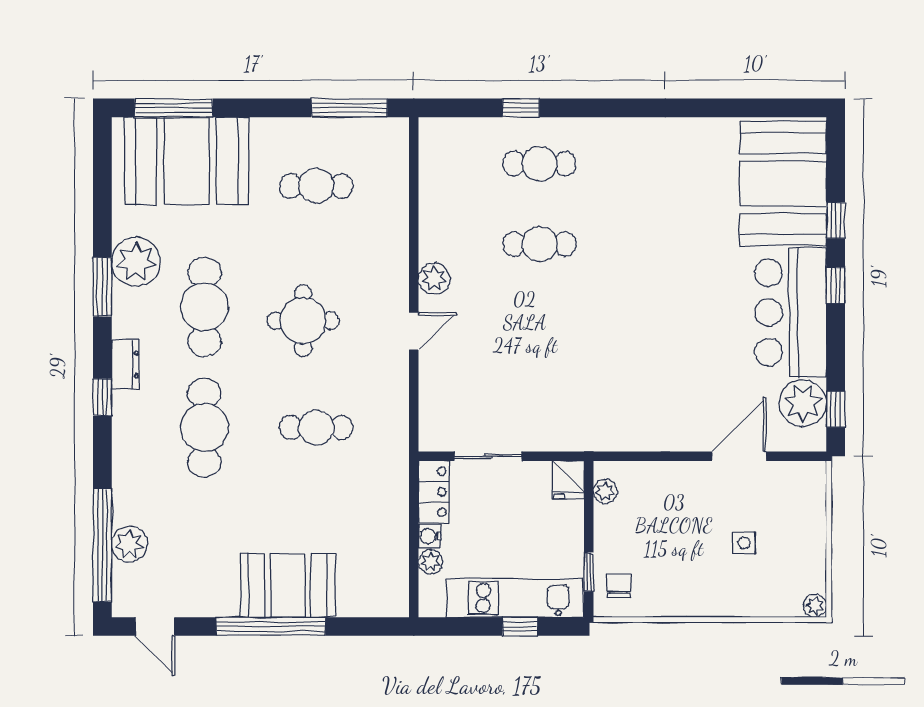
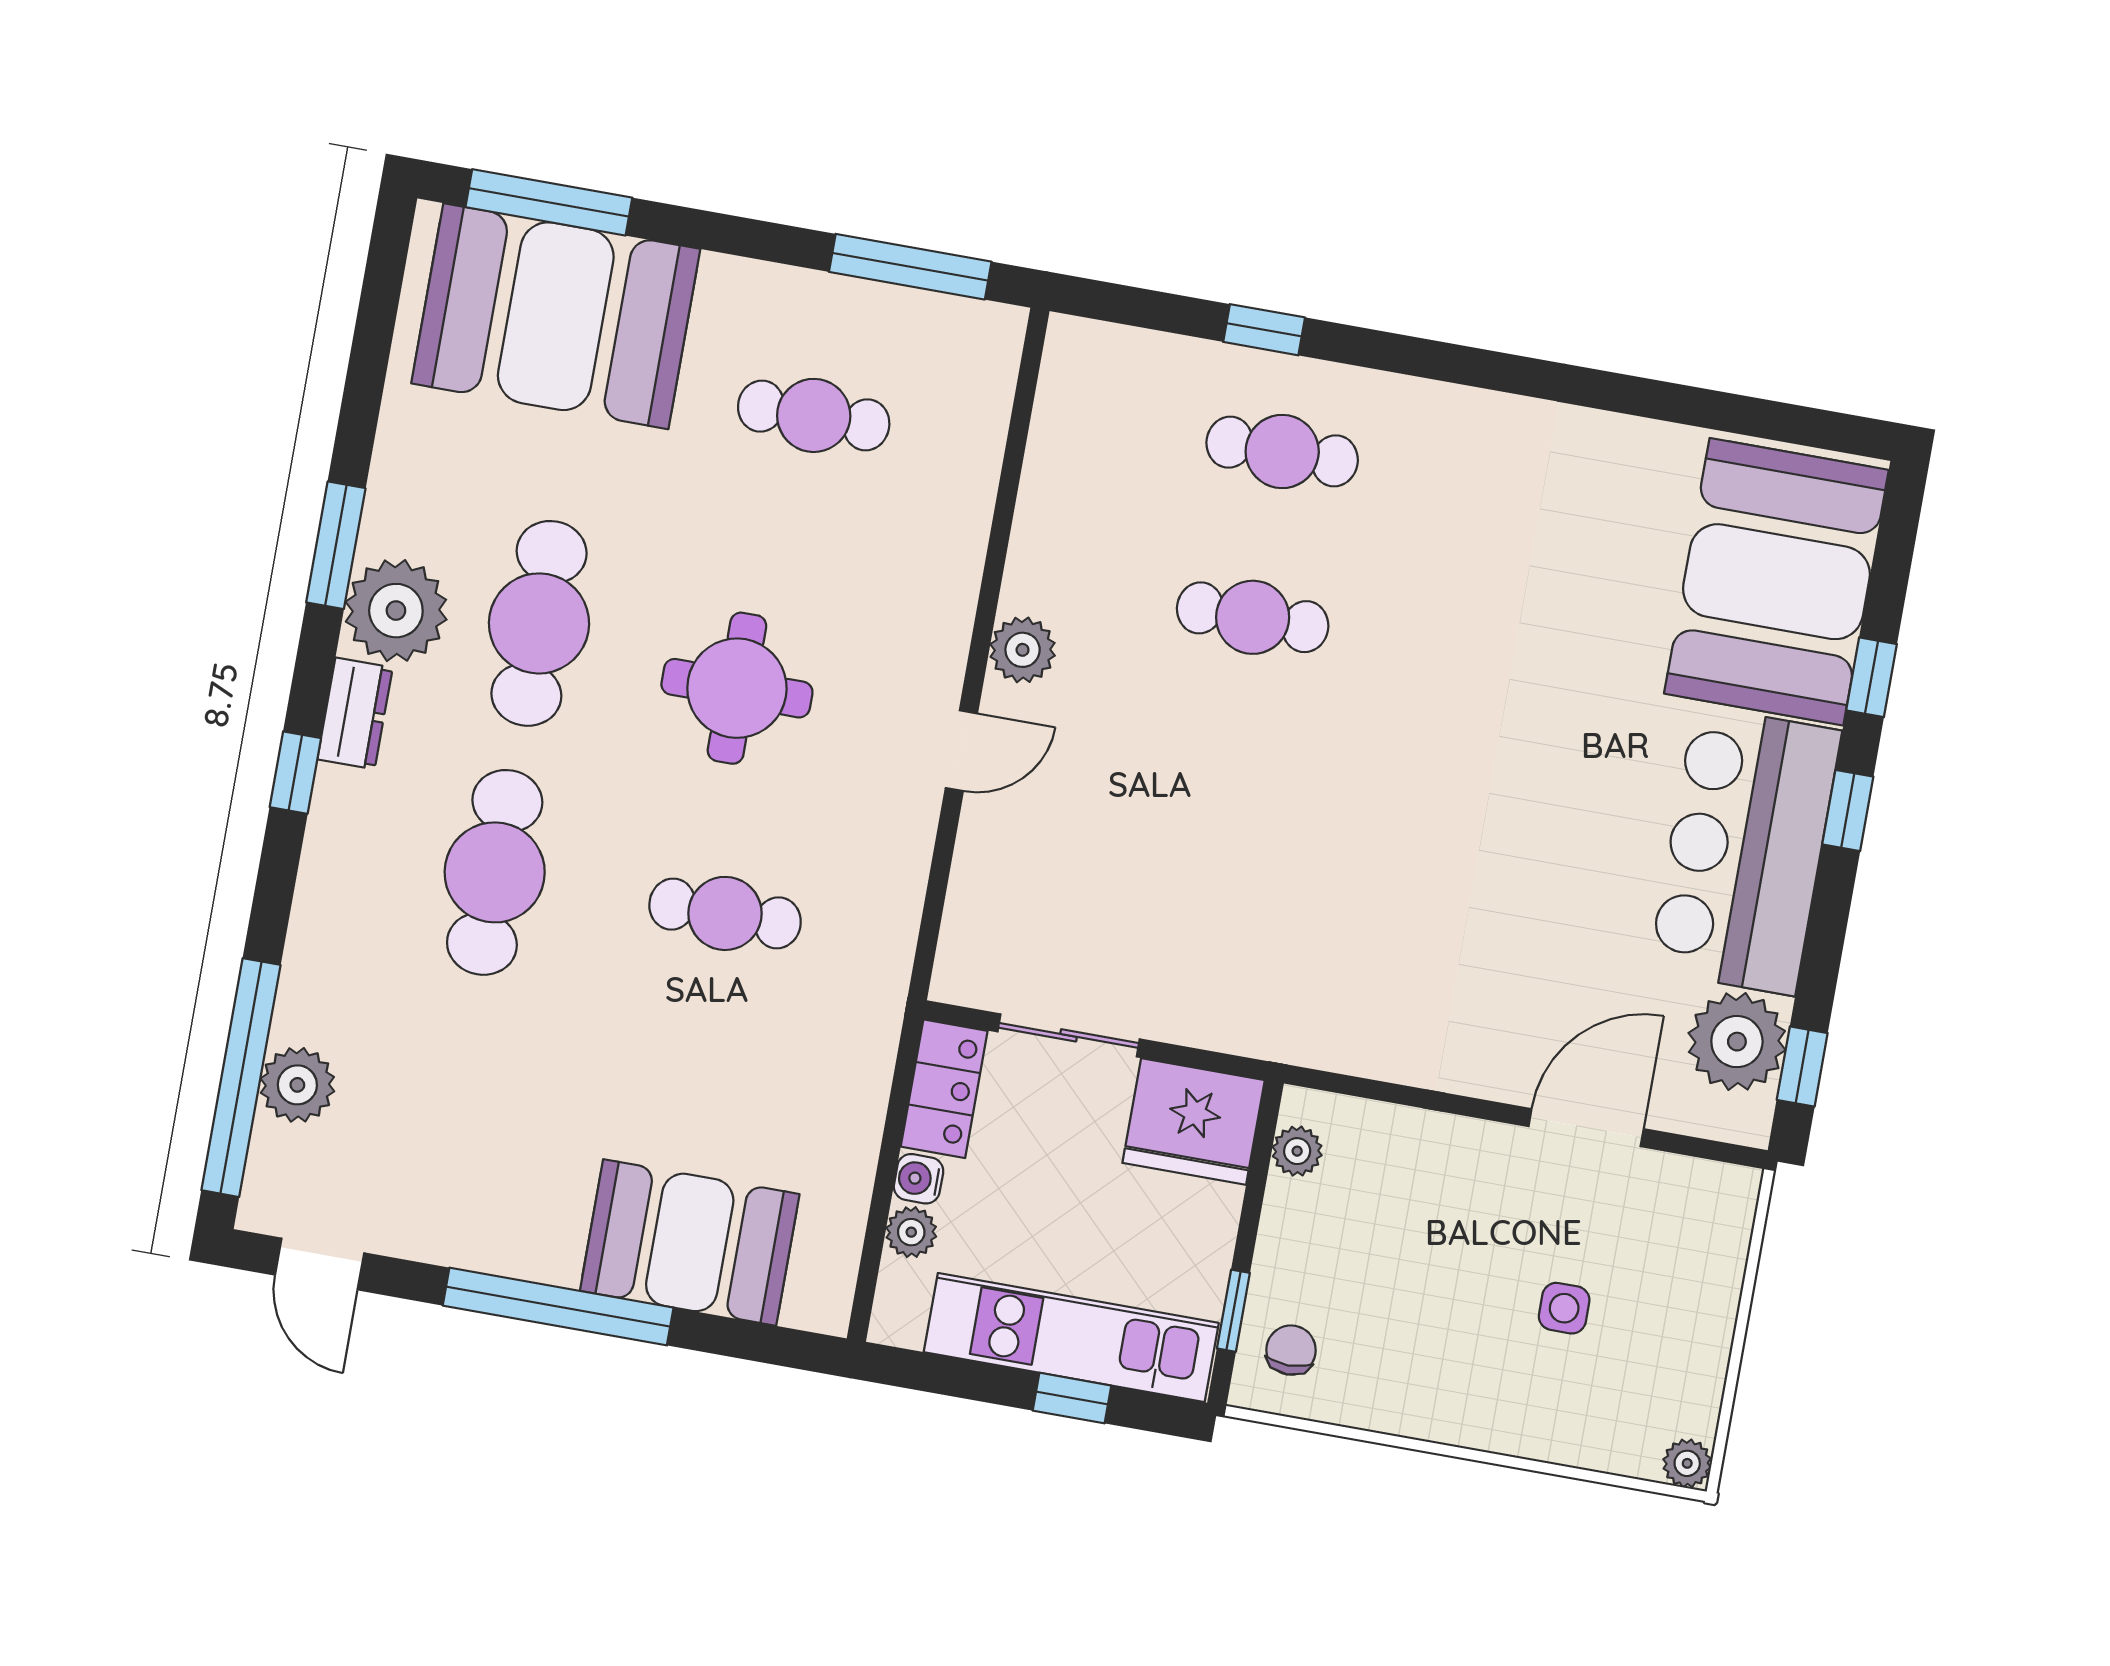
plant: (136, 262) -> (396, 611), moved
fridge: (568, 480) -> (1194, 1122), width x1.88, depth x1.34
booth: (288, 585) -> (690, 1242), moved

